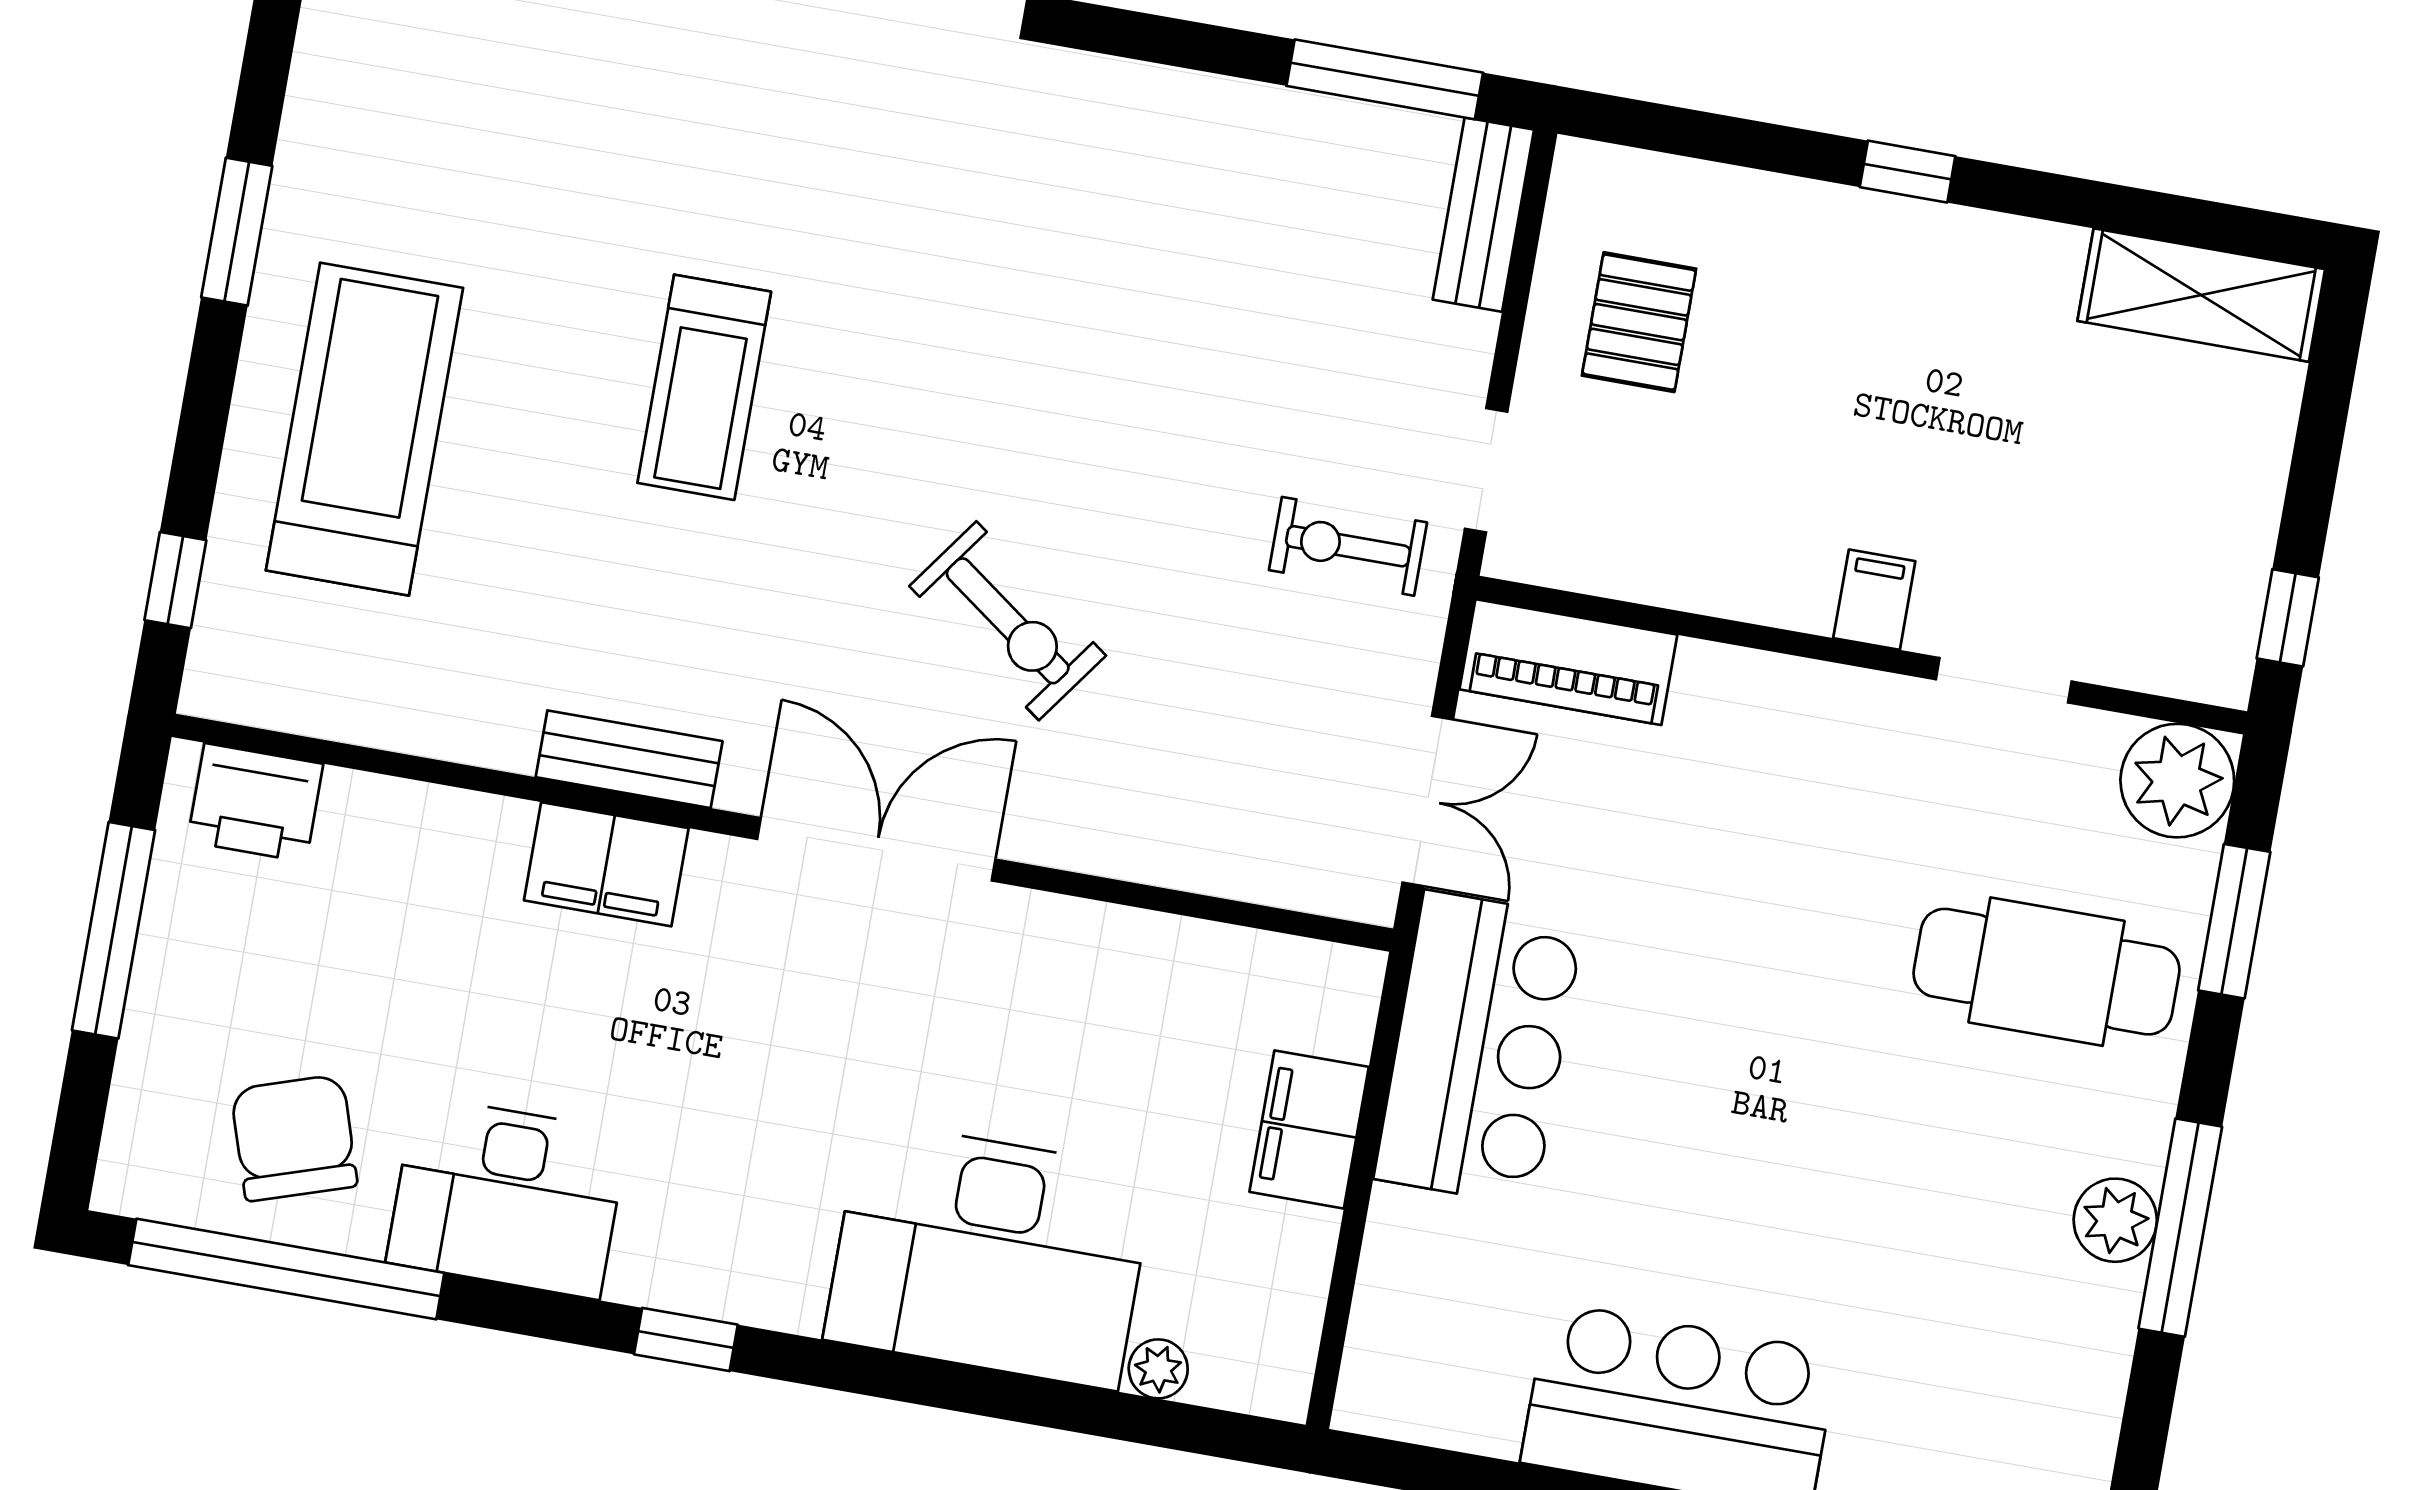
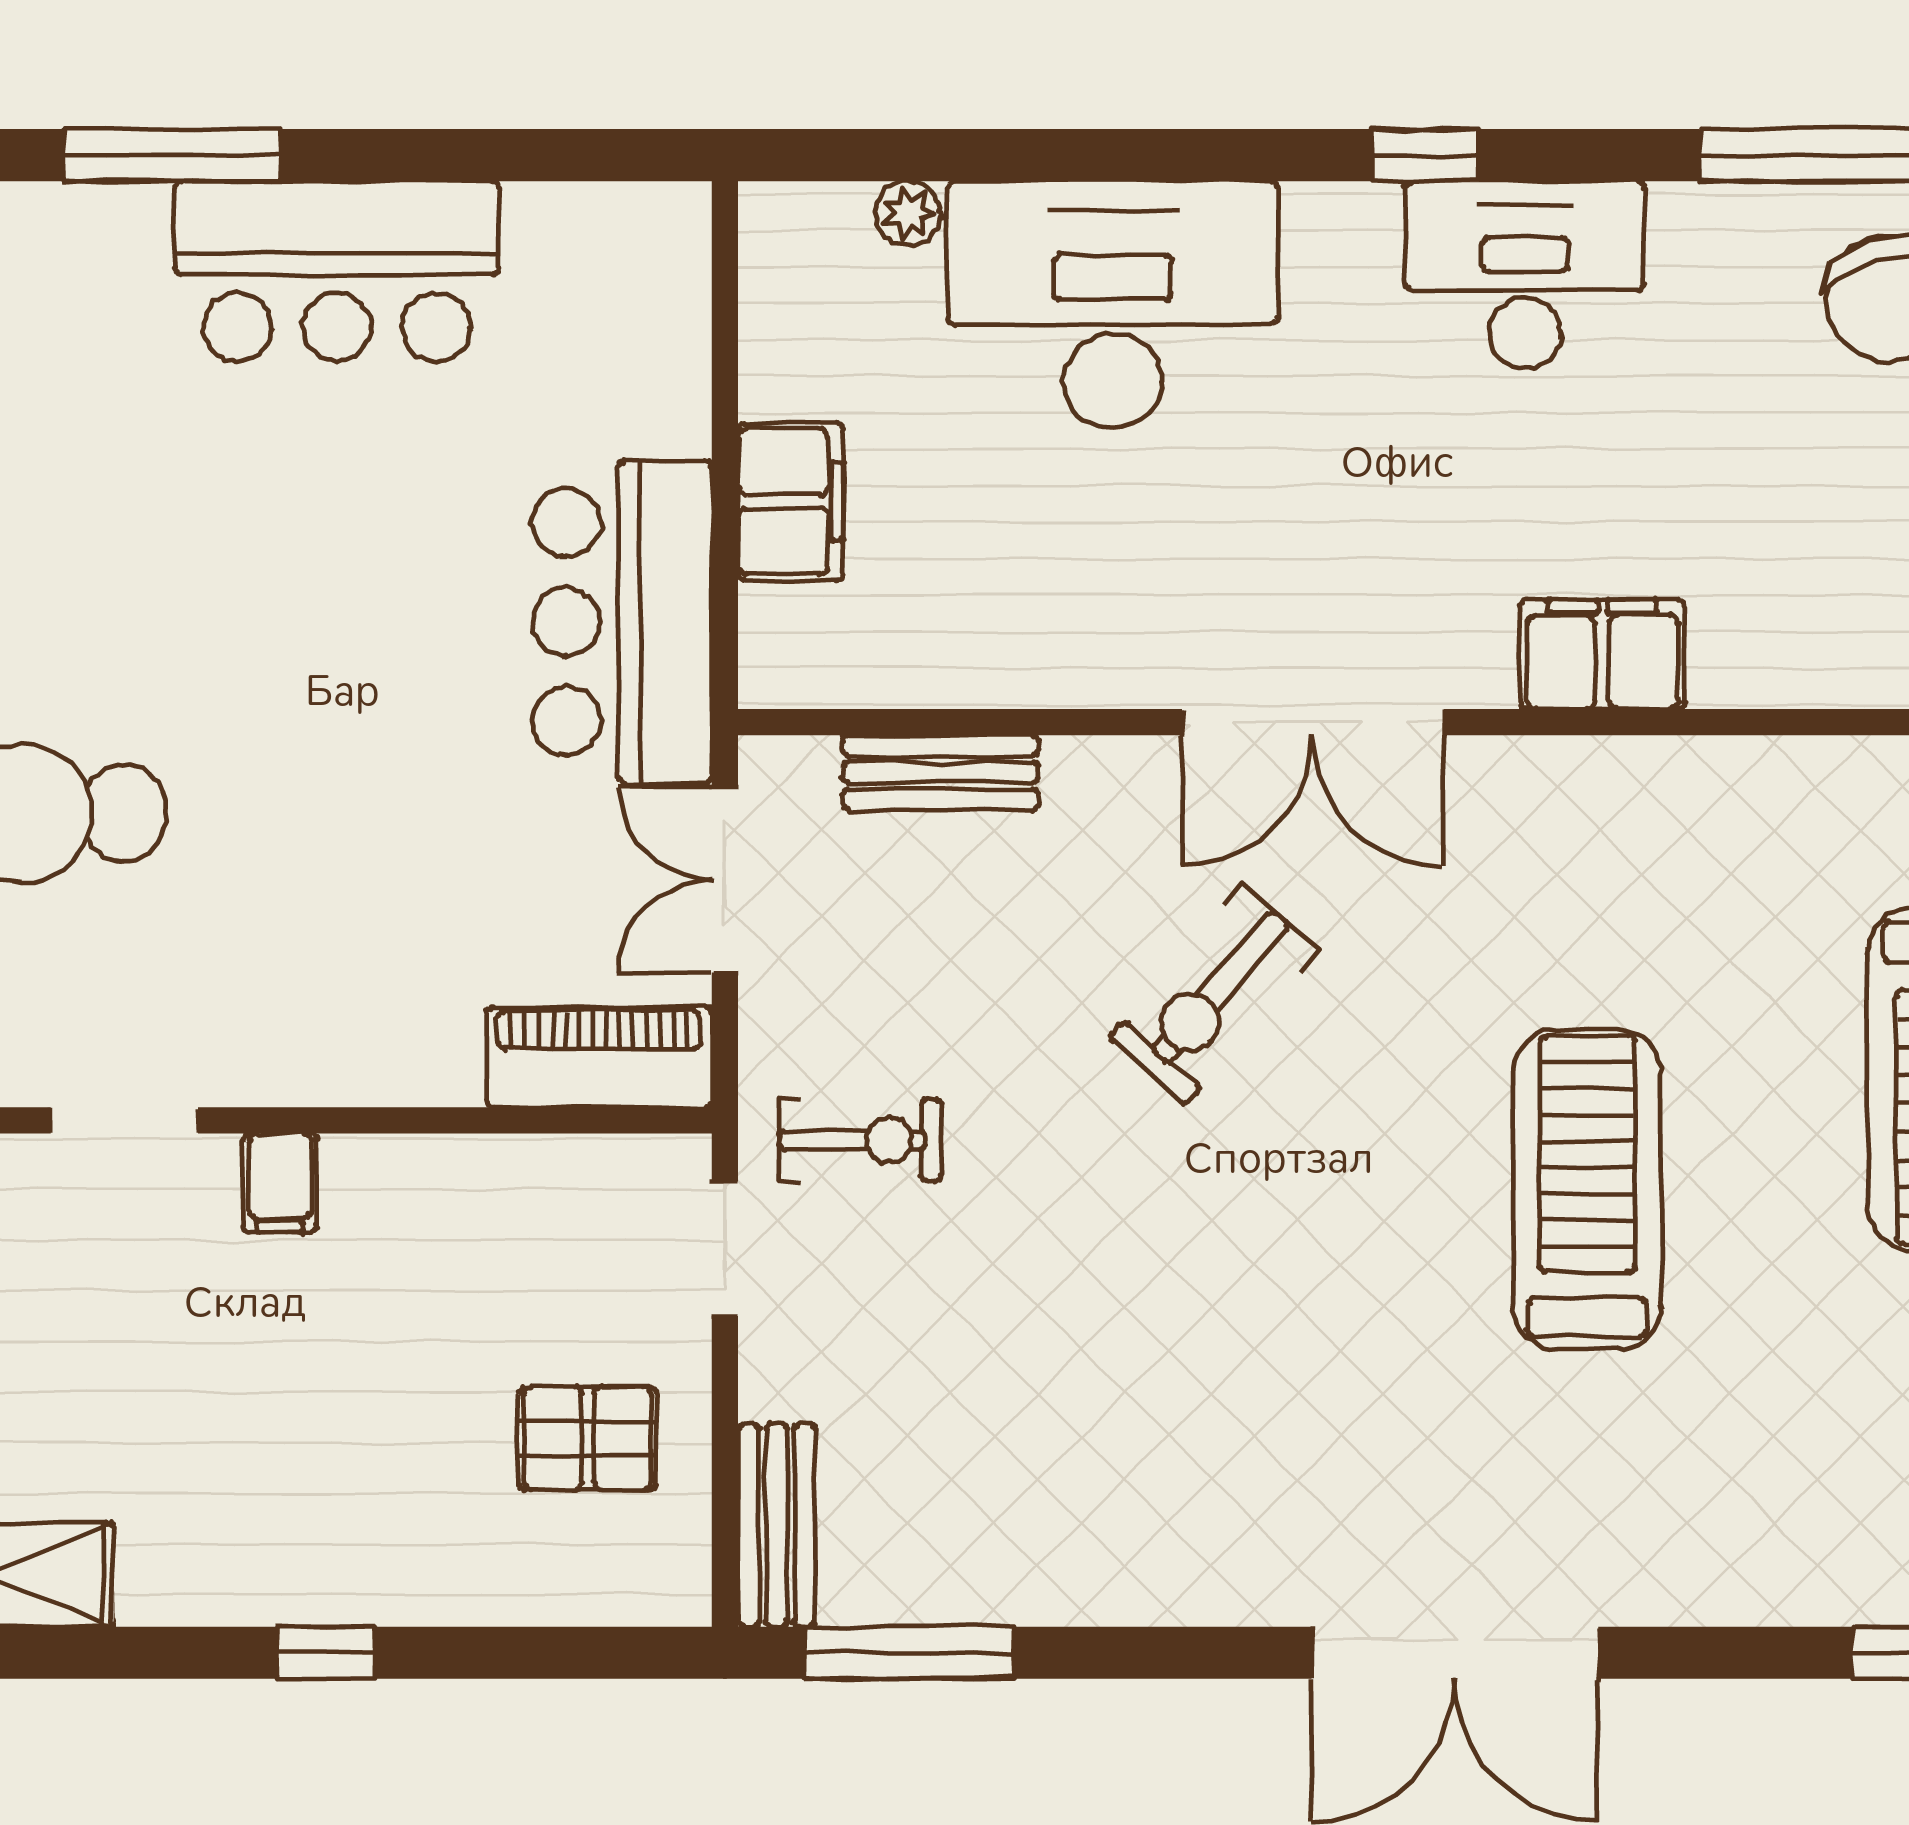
pallet: (1639, 322) -> (588, 1438), turned 90
treadmill: (704, 387) -> (1587, 1189), width x1.37, depth x1.38
exercise bike: (1008, 621) -> (1214, 995), turned -85
bench: (629, 759) -> (941, 772), moved
desk: (507, 1197) -> (1525, 275), moved

